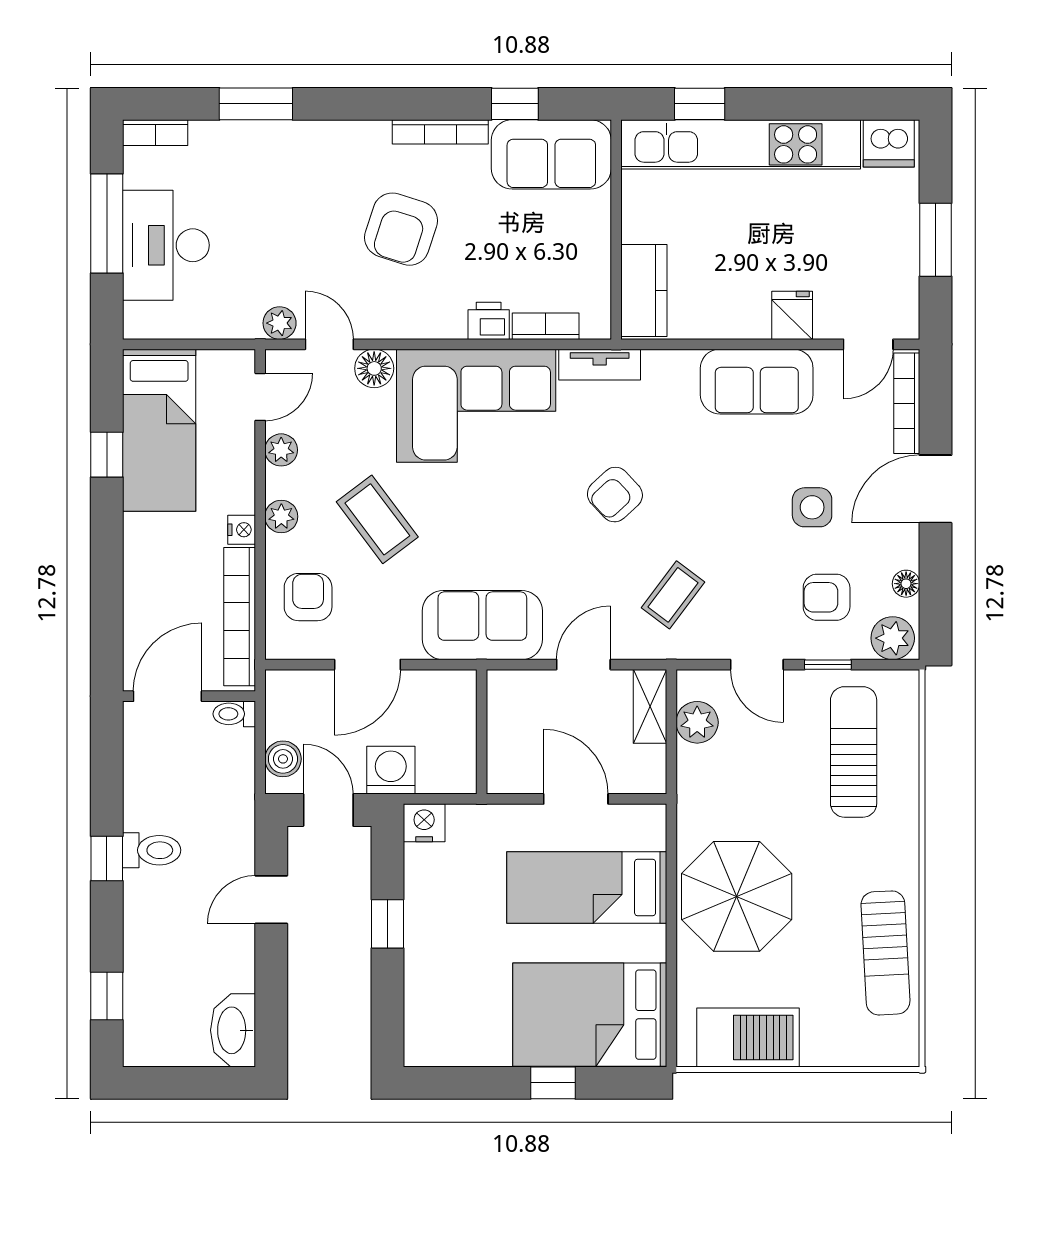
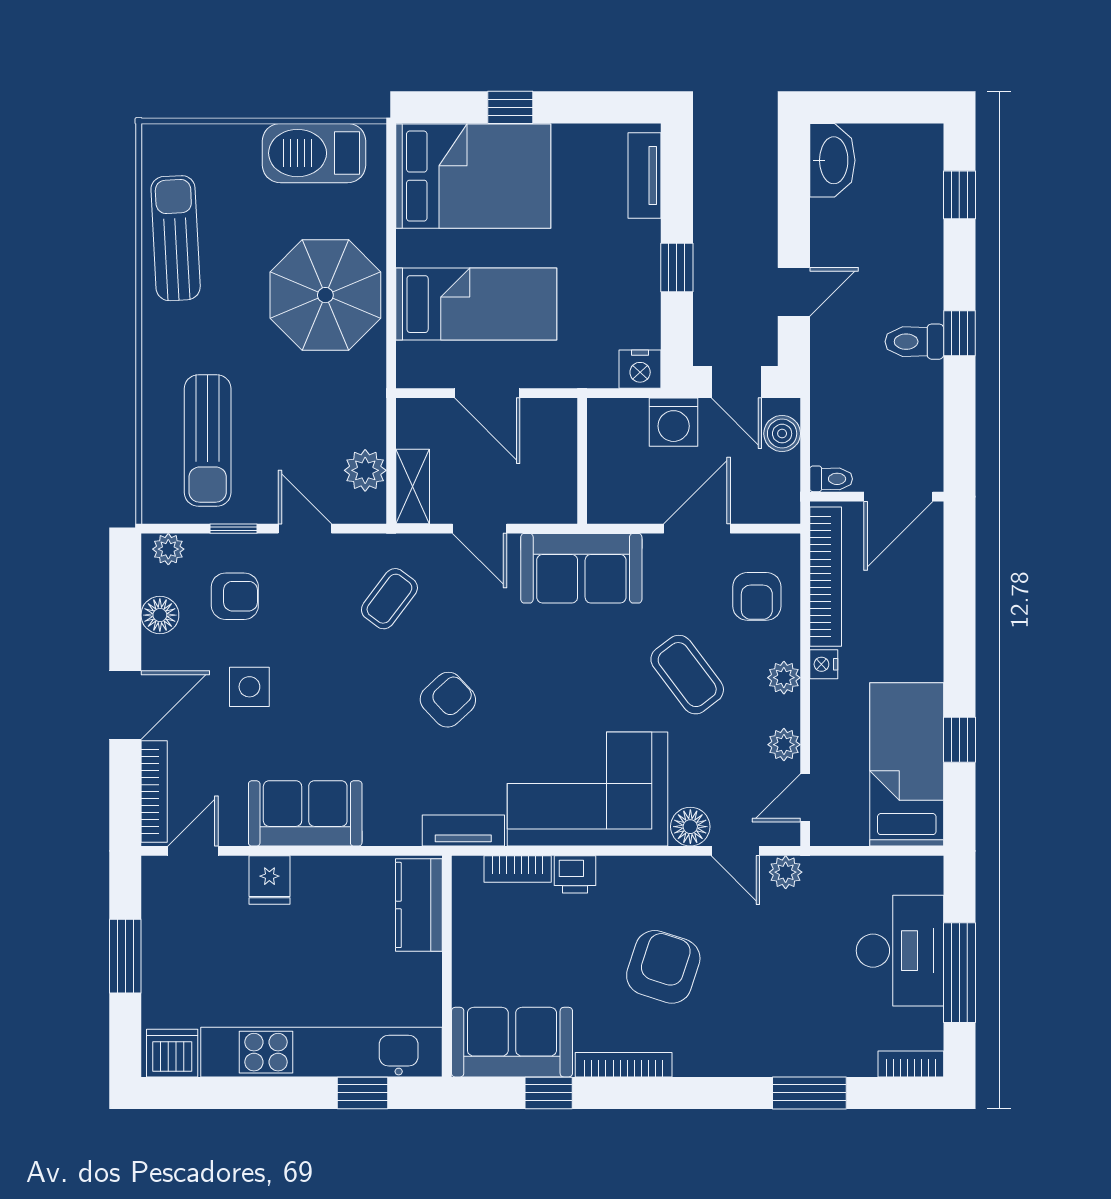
floor lamp: (906, 584) -> (160, 615), width x1.37, depth x1.37
plant: (893, 638) -> (168, 549), width x0.73, depth x0.73
door: (583, 665) -> (480, 529), hinge flipped
tv unit: (420, 1015) -> (645, 175), added

